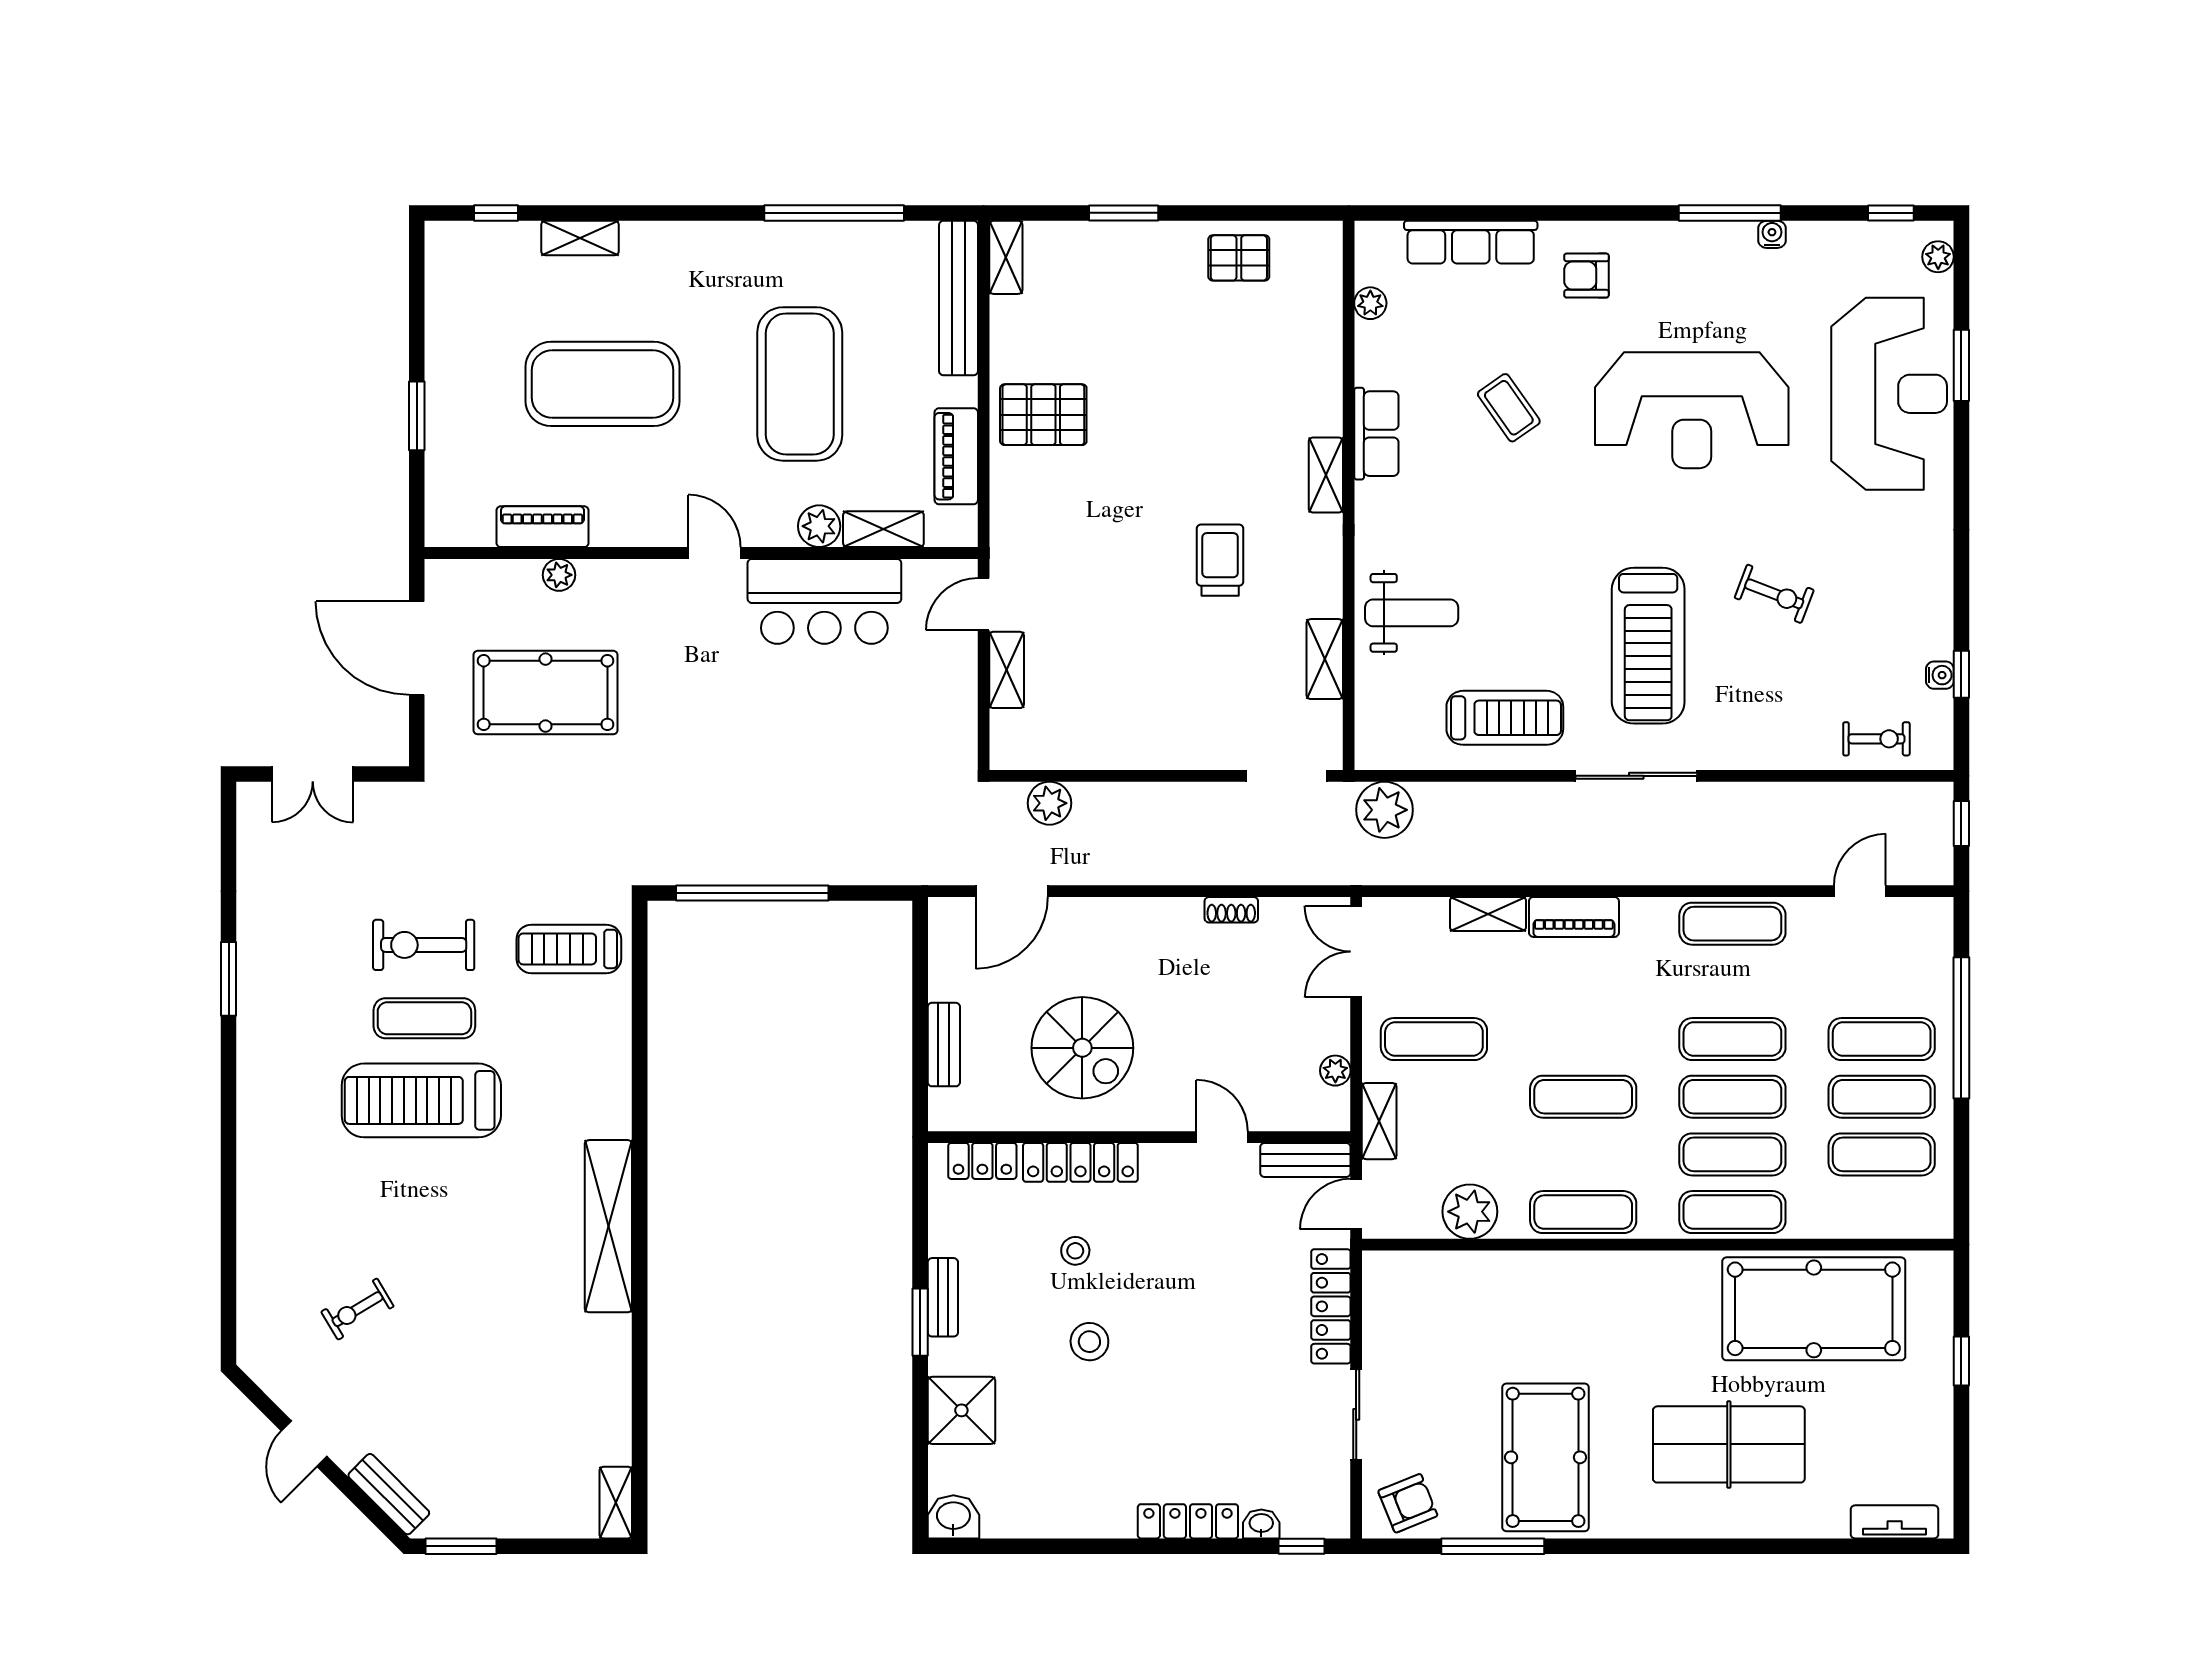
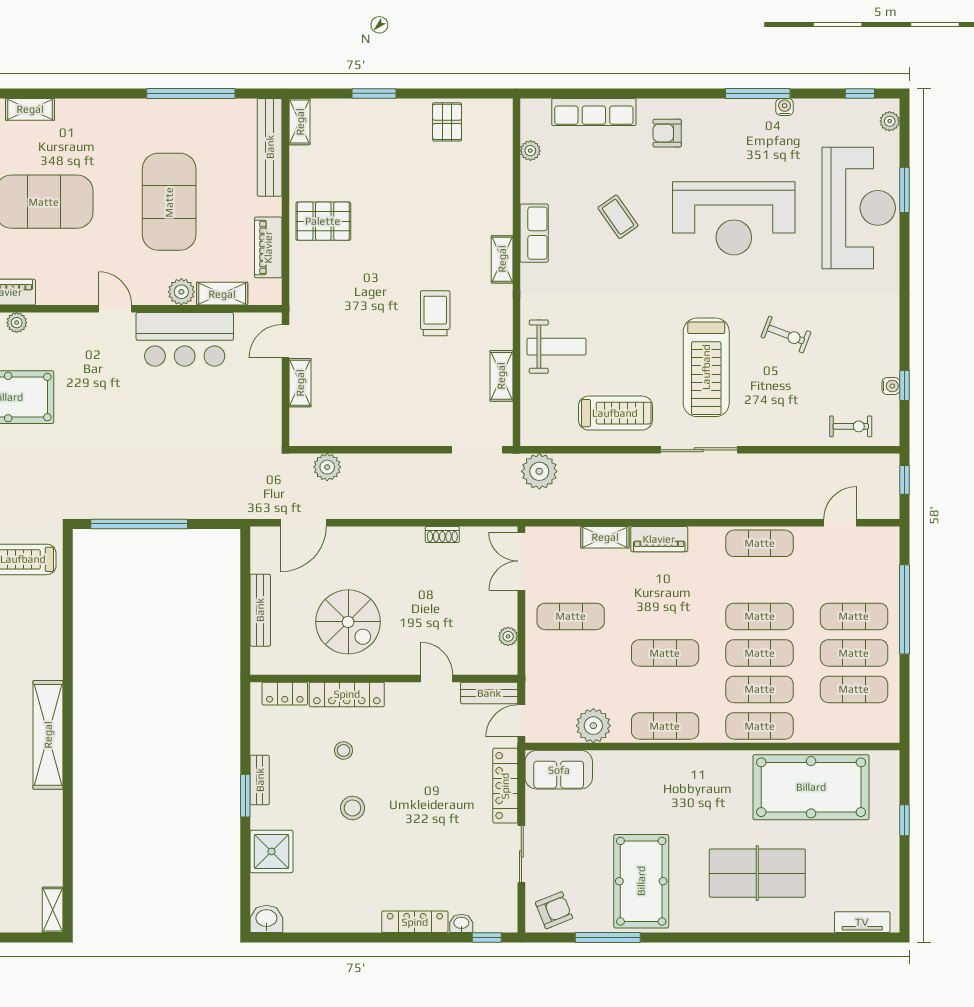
pallet: (1239, 258) -> (447, 122), turned 90
bench: (944, 1045) -> (260, 610), width x1.36
shelving: (1379, 1121) -> (536, 668), removed
sofa: (1415, 1281) -> (559, 770), added

